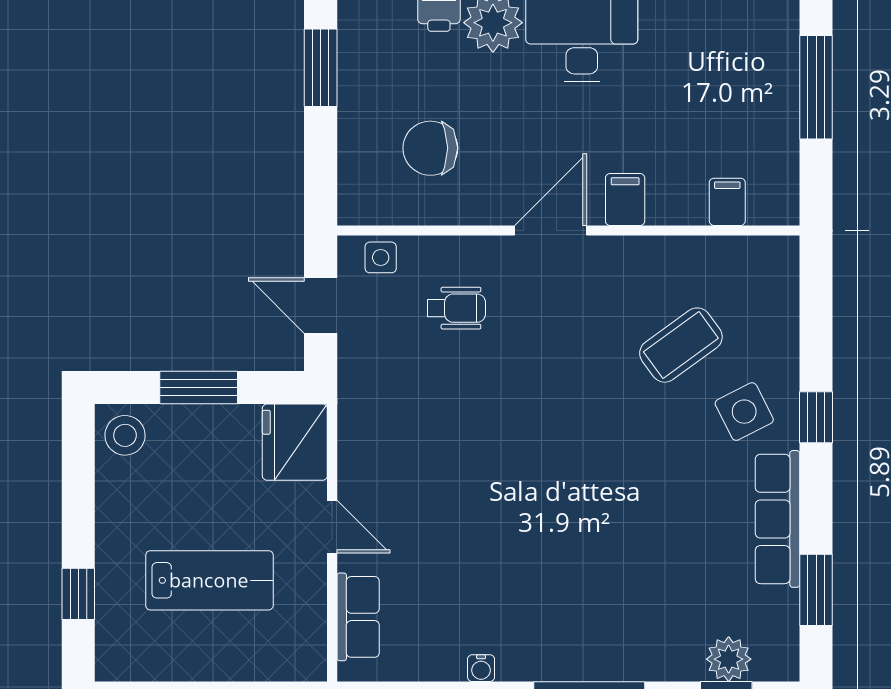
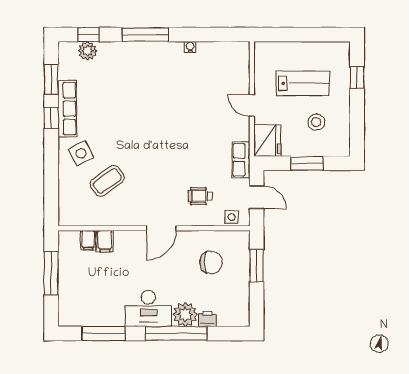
window: (321, 68) -> (257, 266), moved
window: (816, 87) -> (51, 273), moved
filing cabinet: (625, 200) -> (105, 241), moved
window: (816, 417) -> (51, 118), moved
stool: (125, 435) -> (316, 122), moved
lab bench: (209, 580) -> (303, 83), turned 180
row of seats: (358, 617) -> (241, 160), moved

